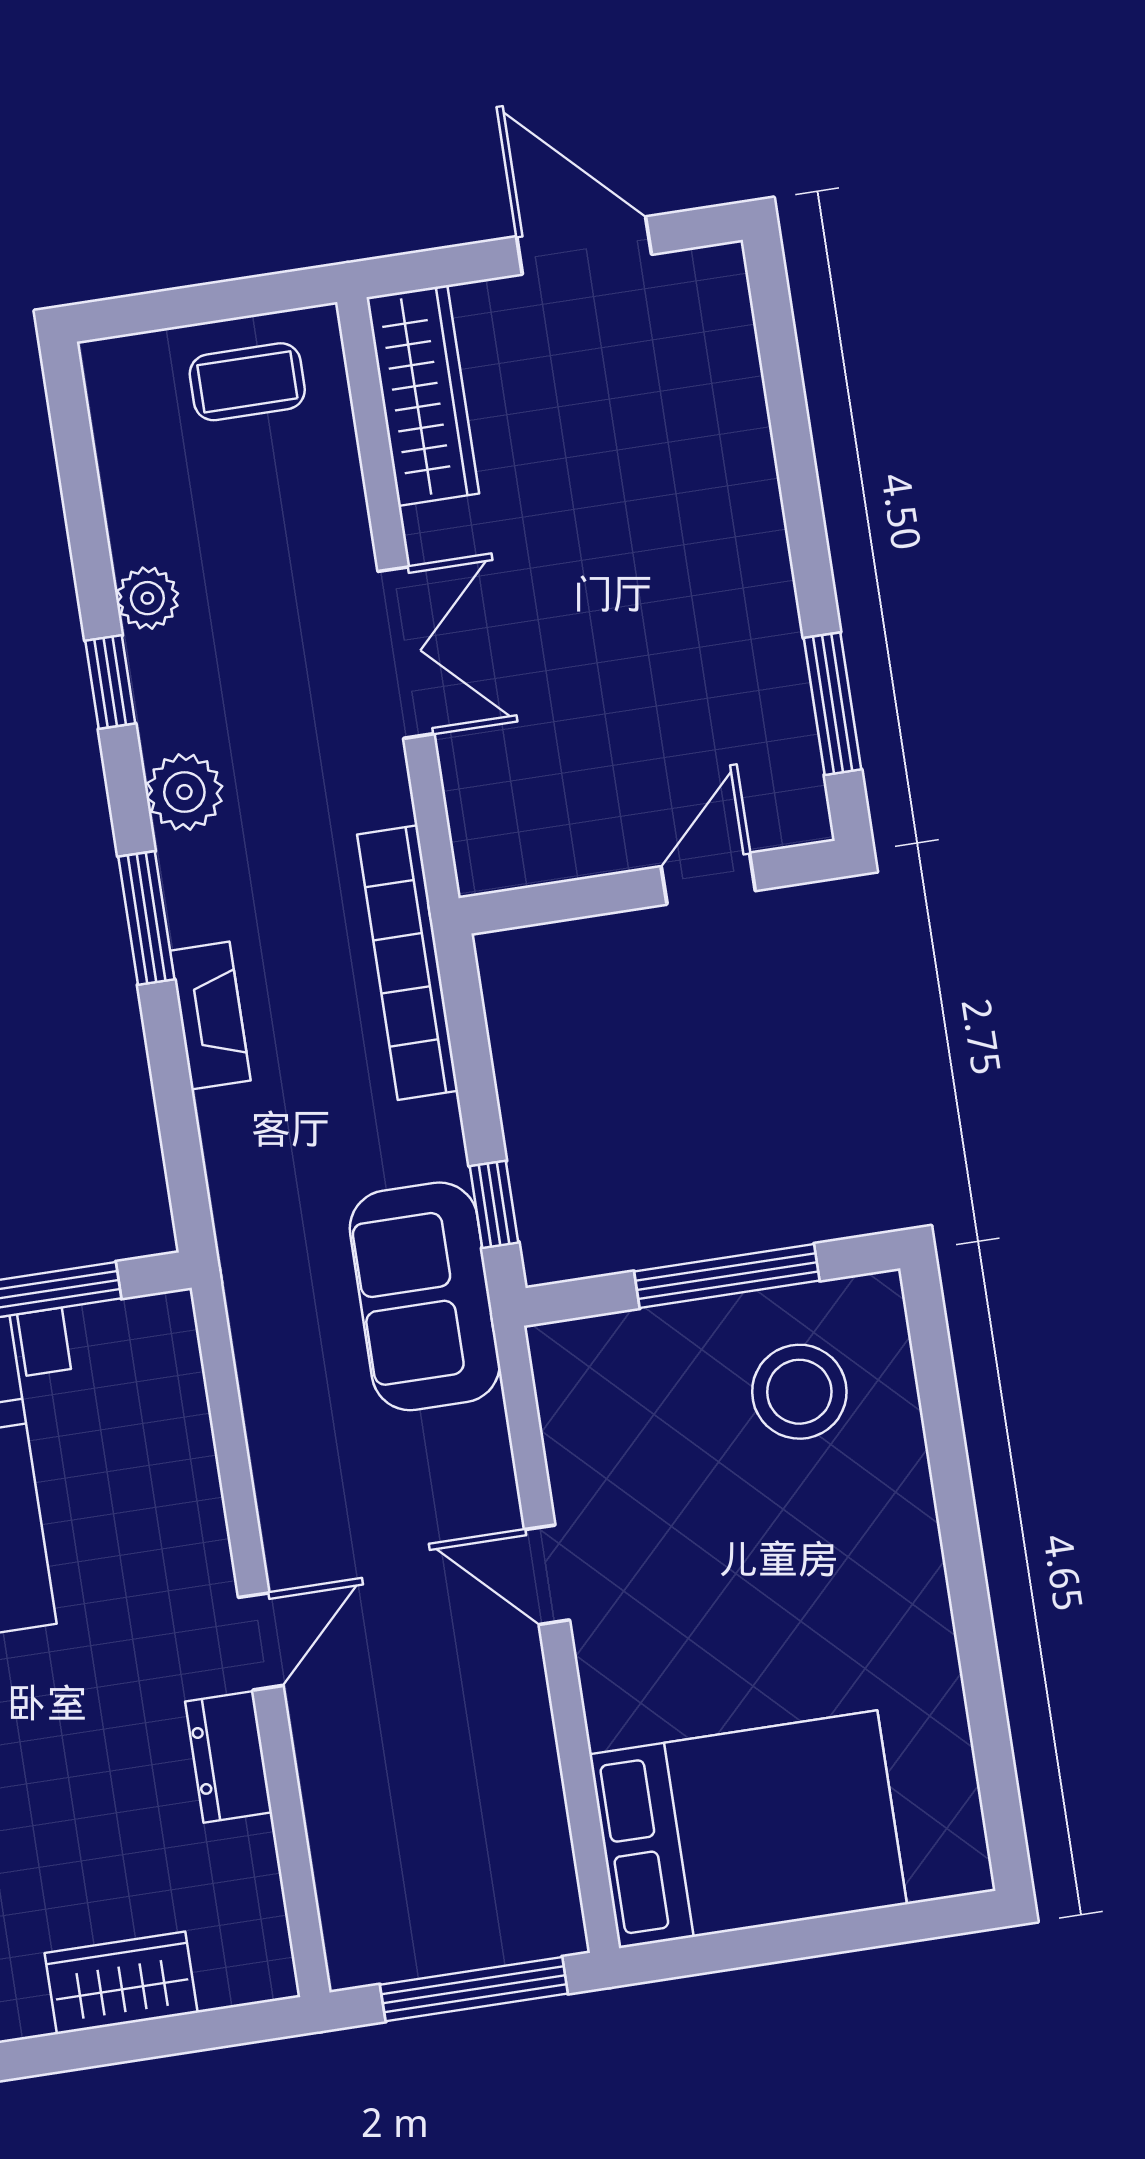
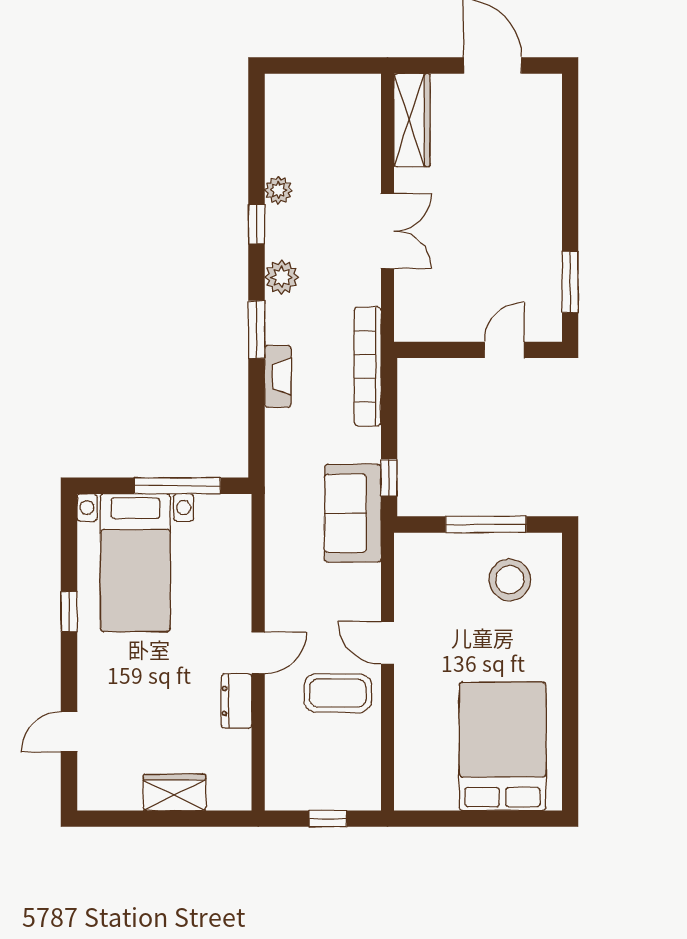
coffee table: (247, 382) -> (338, 693), moved, width x1.36, depth x1.30
bed: (748, 1829) -> (503, 746), moved, turned -90
window: (474, 1989) -> (328, 819), width x0.46

